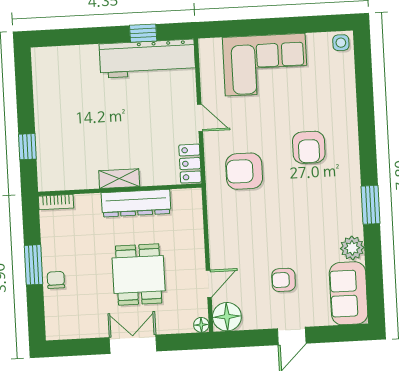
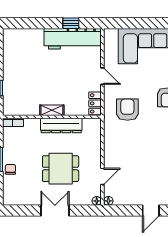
armchair: (244, 171) -> (127, 110), turned 90
dining table: (139, 274) -> (61, 169), turned 90
armchair: (284, 280) -> (148, 176), removed
floor lamp: (227, 317) -> (108, 201), width x0.53, depth x0.53

